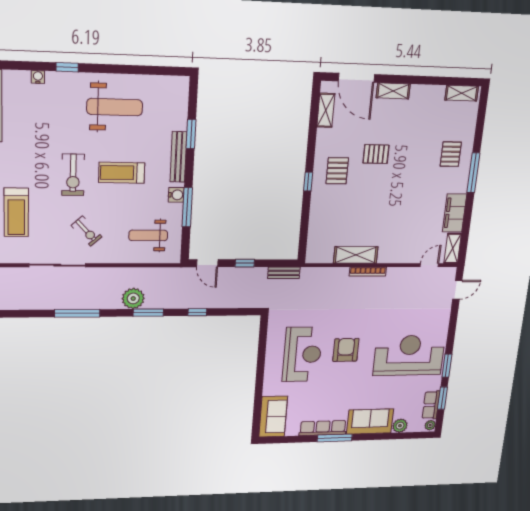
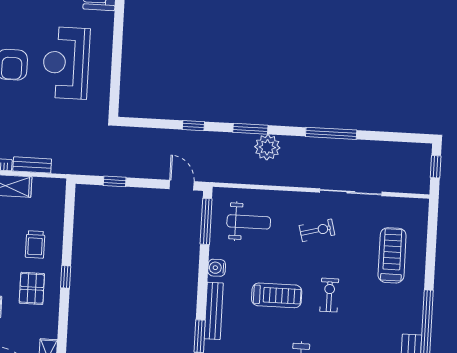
exercise bike: (73, 175) -> (329, 295), width x0.73, depth x0.72
window: (187, 207) -> (206, 221), moved
trolley: (333, 208) -> (35, 244), added
exercise bike: (87, 231) -> (317, 230), turned 117
window: (245, 263) -> (115, 181), moved
bench: (284, 273) -> (32, 165), moved

